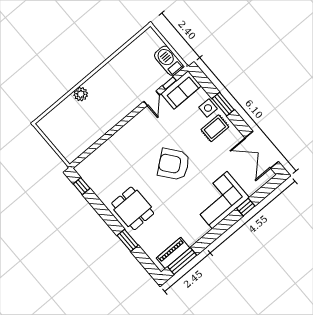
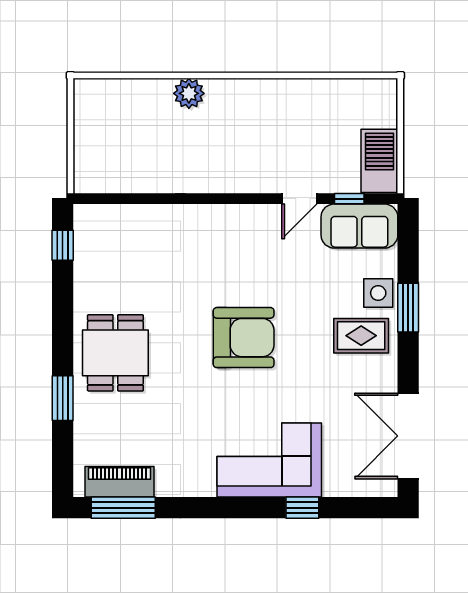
armchair: (174, 164) -> (244, 338), turned 128

